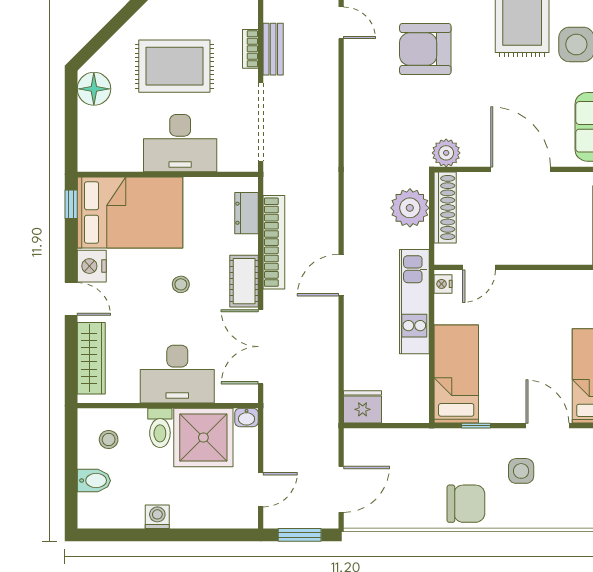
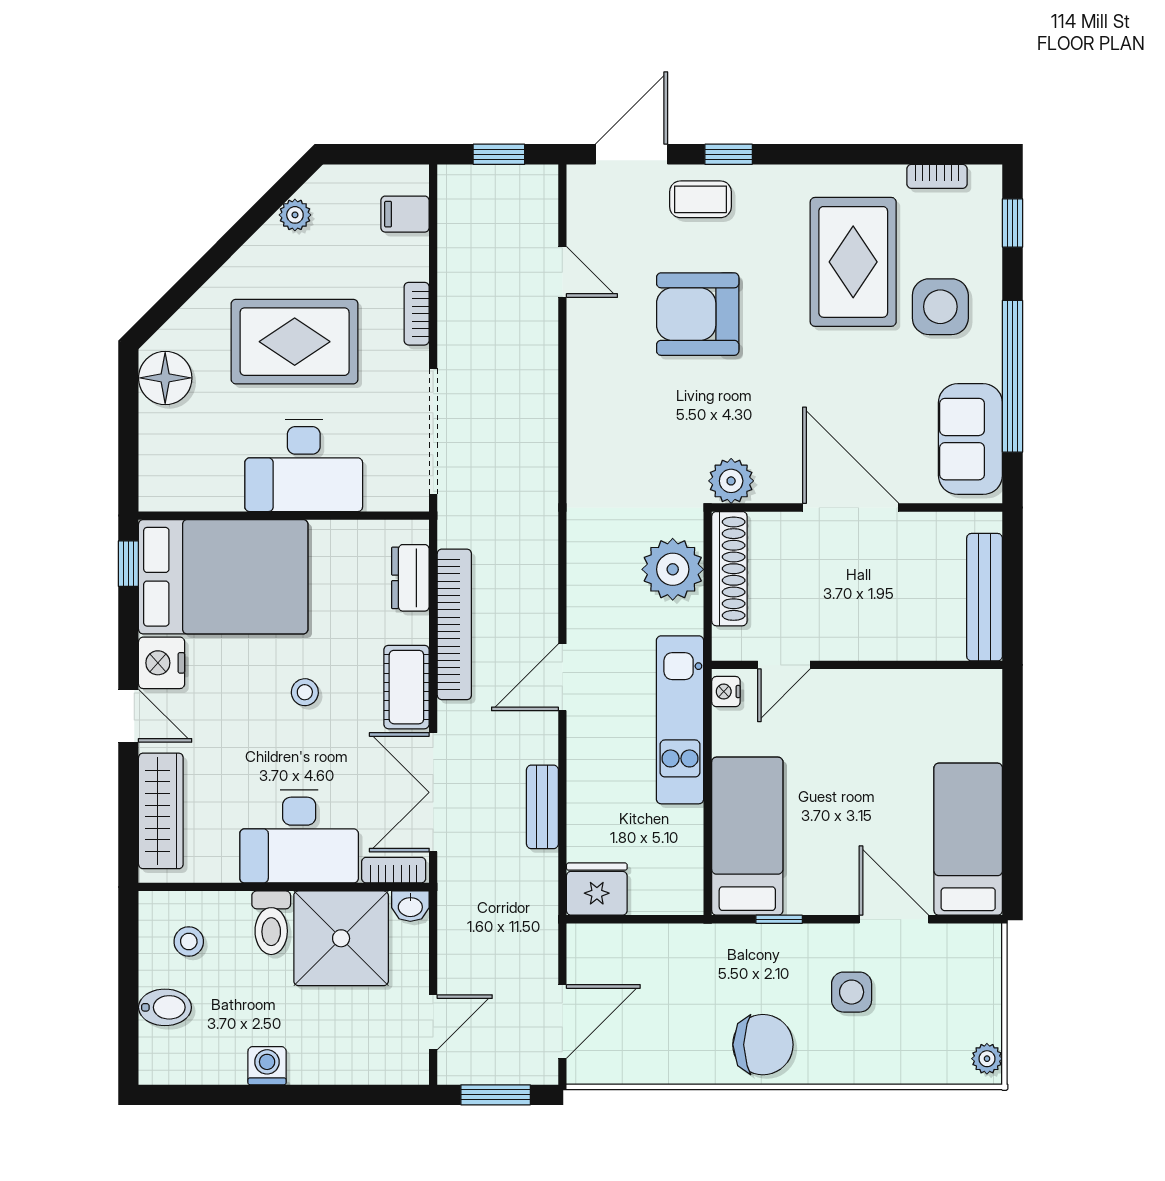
bench: (273, 49) -> (542, 807), moved
bookcase: (236, 395) -> (394, 870), added

